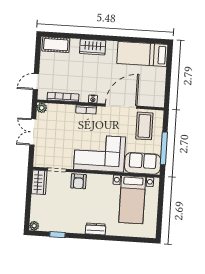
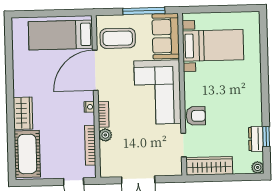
cot: (56, 45) -> (27, 154), width x1.37, depth x1.34
bed: (142, 54) -> (61, 35), moved, turned 90
door: (121, 106) -> (95, 70), hinge flipped
plant: (42, 108) -> (105, 135), moved
wardrobe: (39, 182) -> (209, 166), width x1.50
dresser: (96, 229) -> (256, 139), moved

